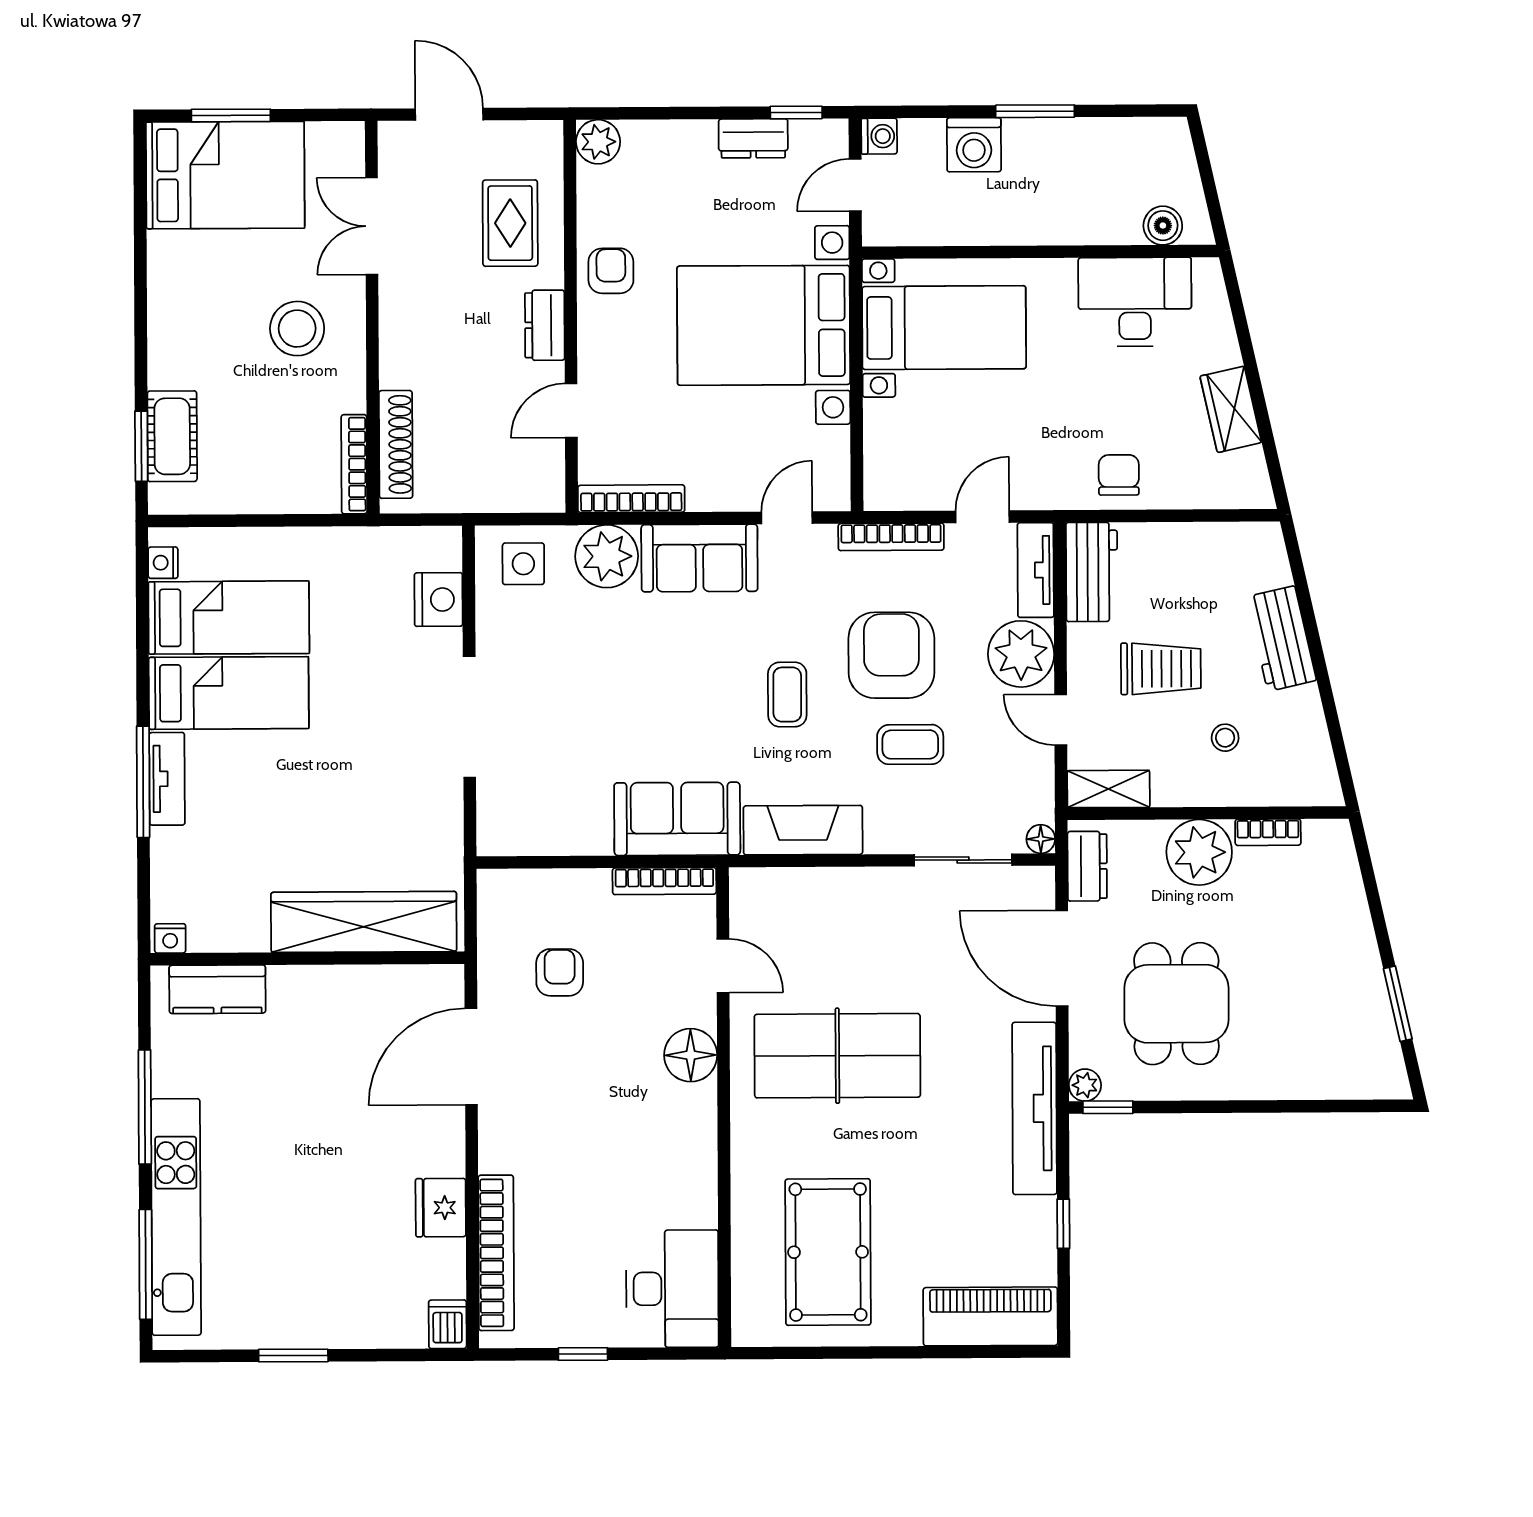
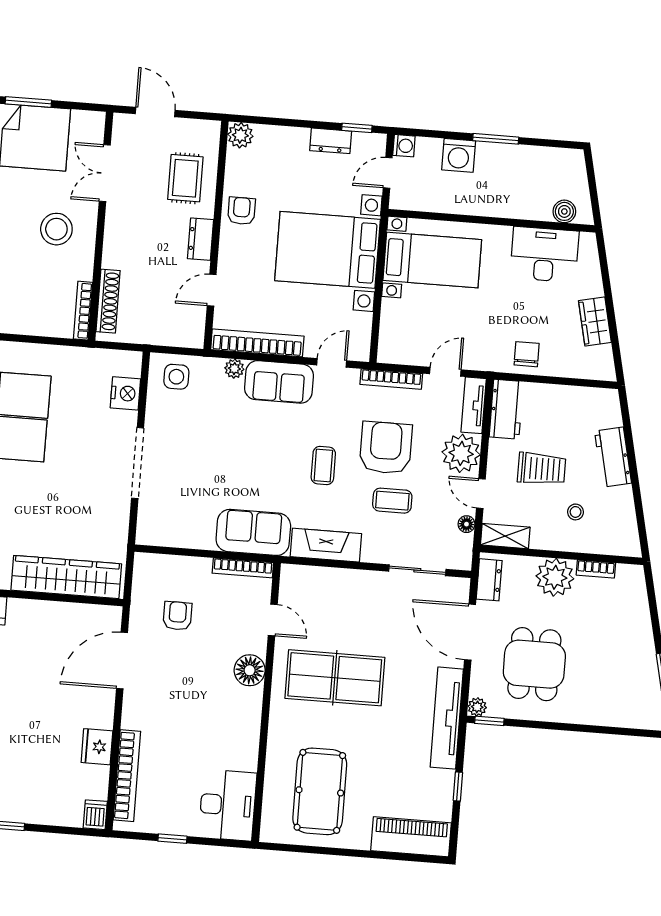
bookcase: (631, 499) -> (257, 343), width x1.48, depth x1.31
plant: (607, 556) -> (234, 369), width x0.53, depth x0.53
floor lamp: (1041, 839) -> (466, 524), moved

